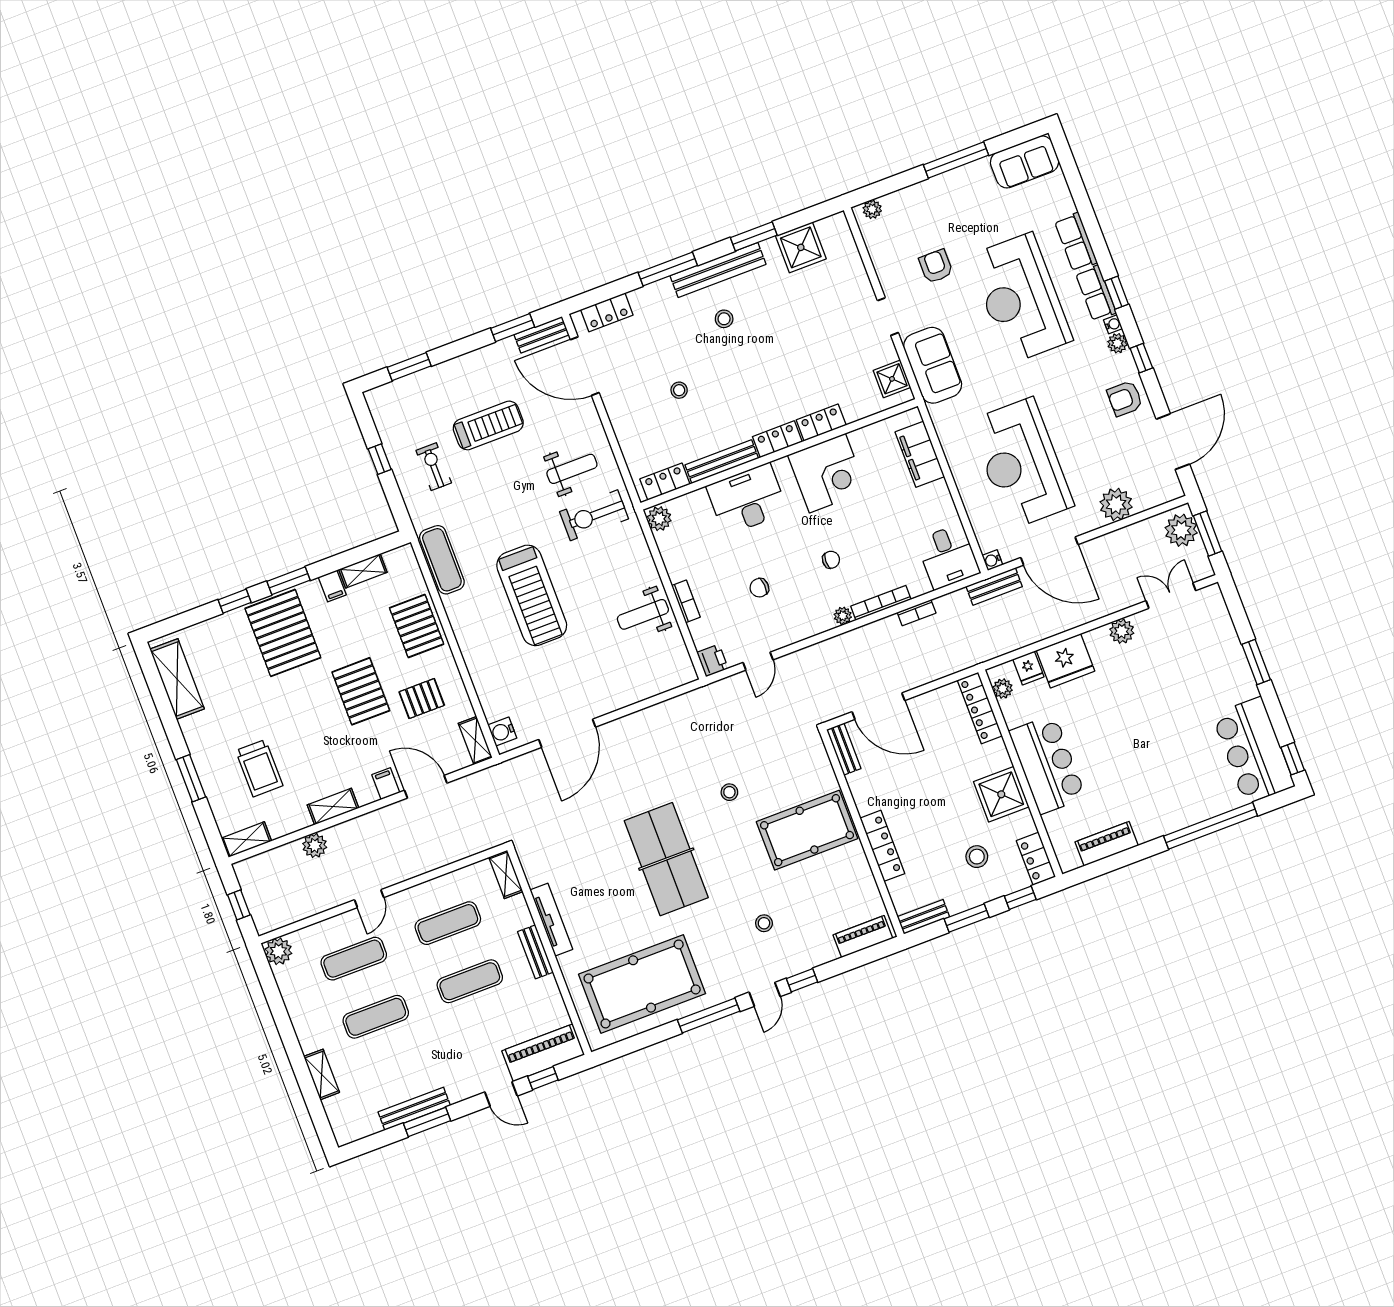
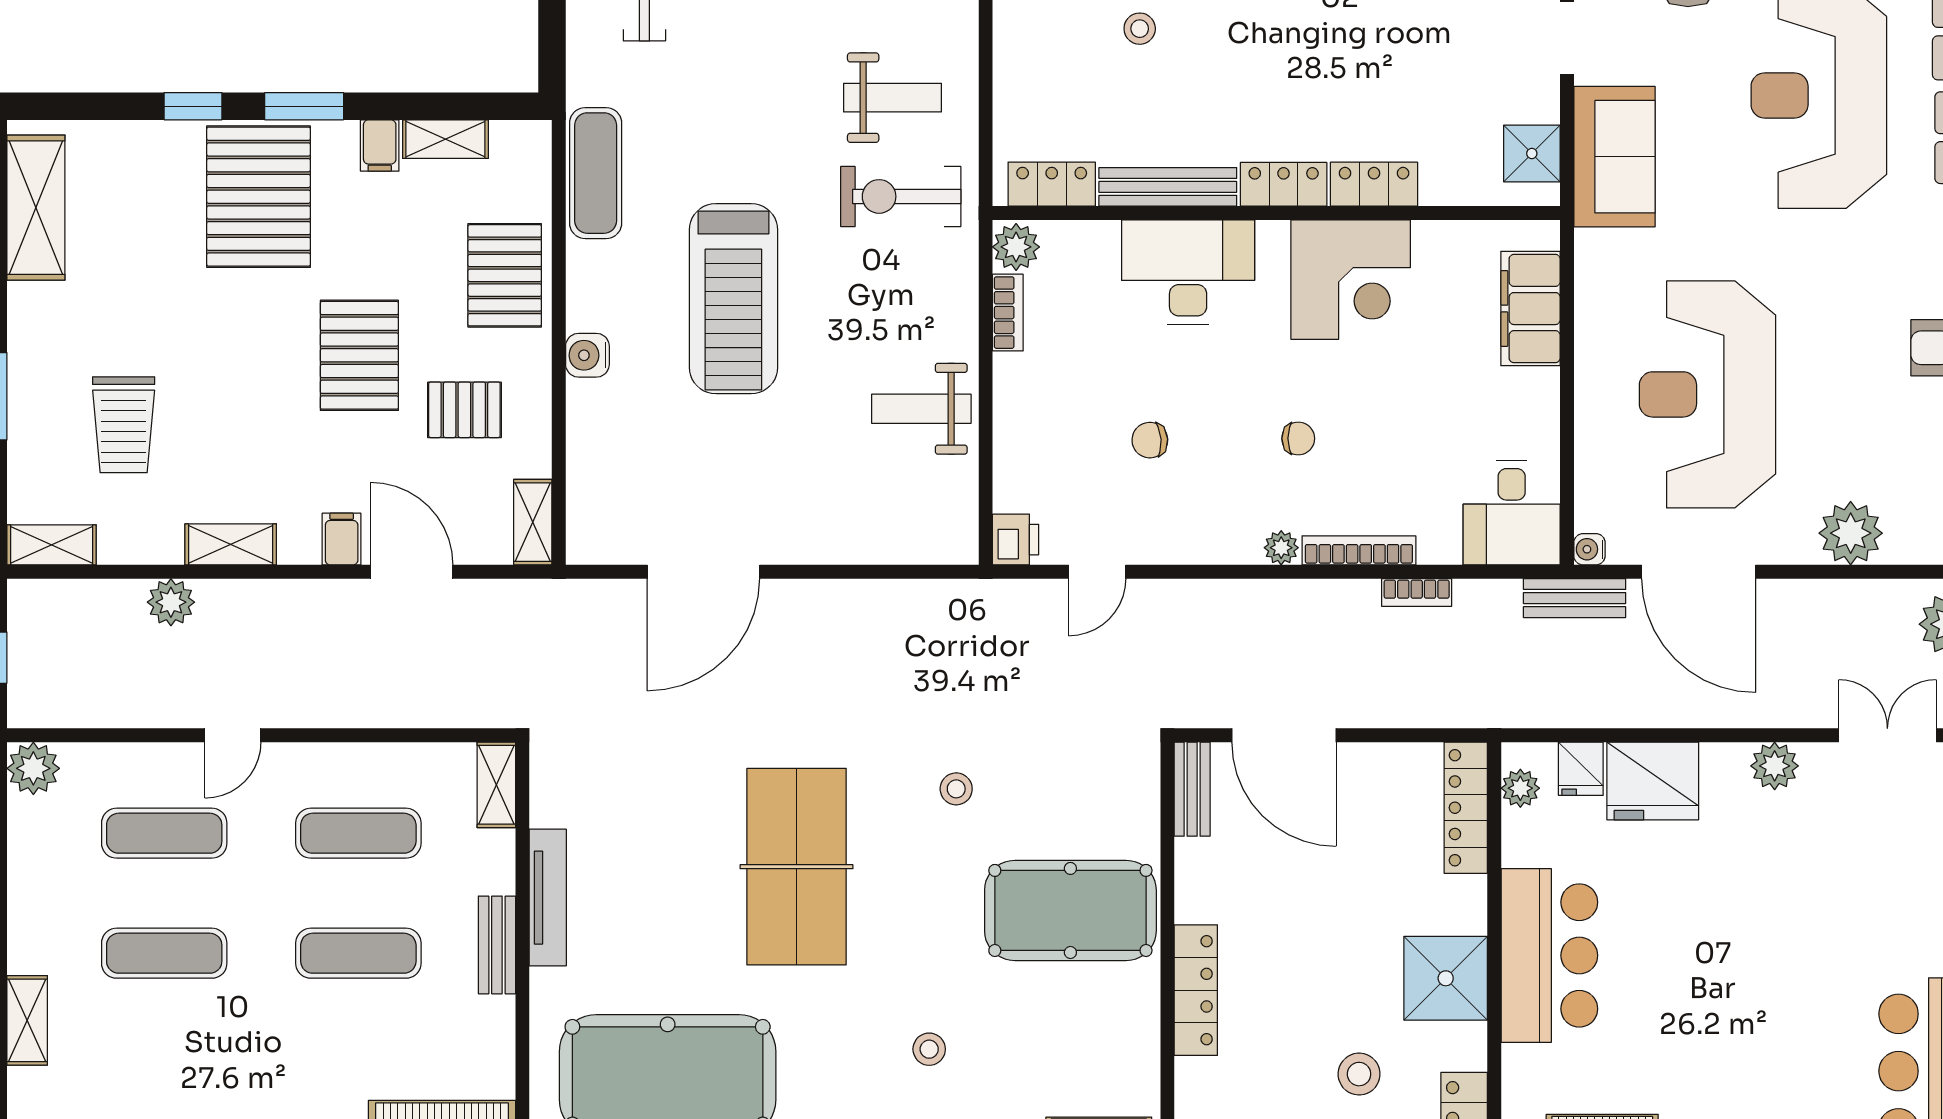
bookcase: (686, 601) -> (1008, 313), moved
water cooler: (502, 732) -> (587, 355), moved

